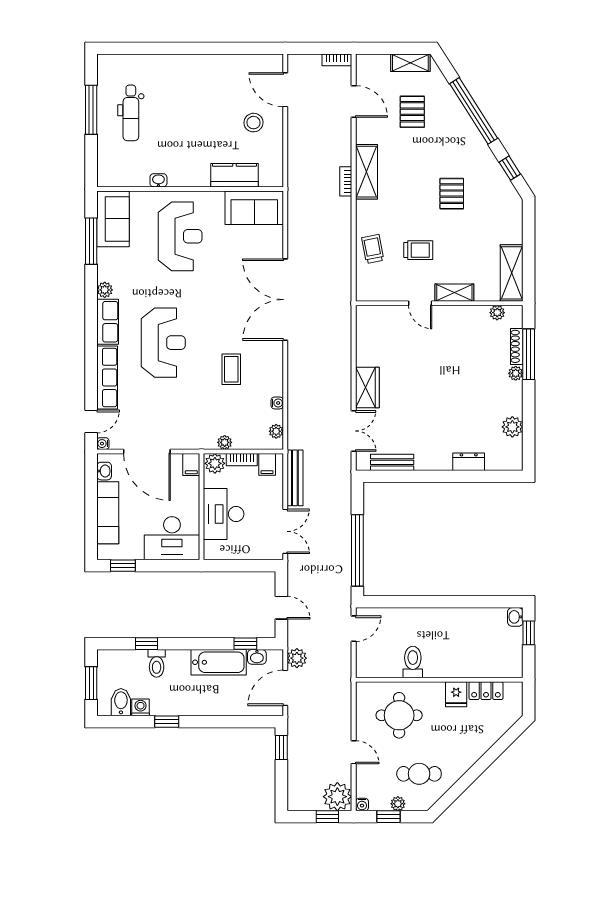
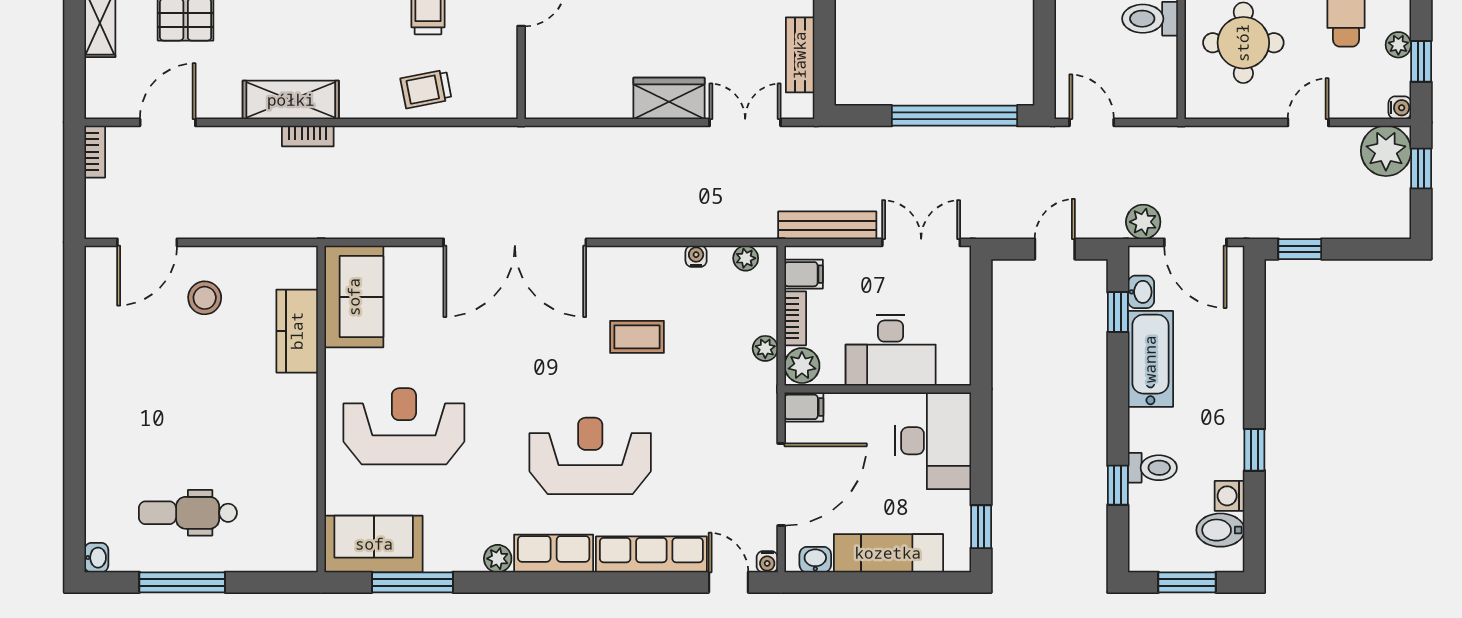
dental chair: (131, 113) -> (188, 513), turned 180
washbasin: (158, 180) -> (96, 558), moved, turned 180

